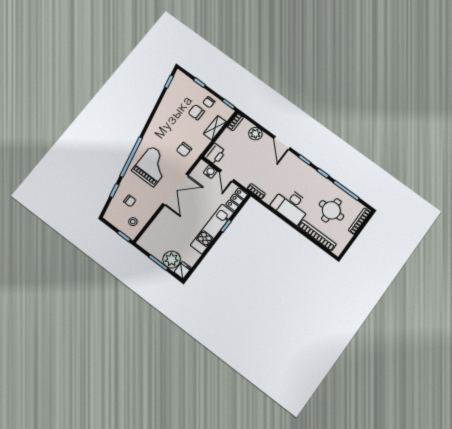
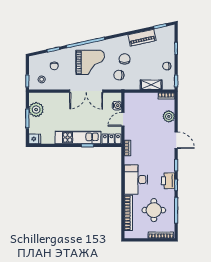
piano: (167, 105) -> (142, 38), added
chair: (196, 112) -> (125, 59), moved
door: (282, 143) -> (176, 140), swing flipped
printer: (215, 154) -> (168, 181), moved, turned 90
plant: (172, 260) -> (36, 110), moved

